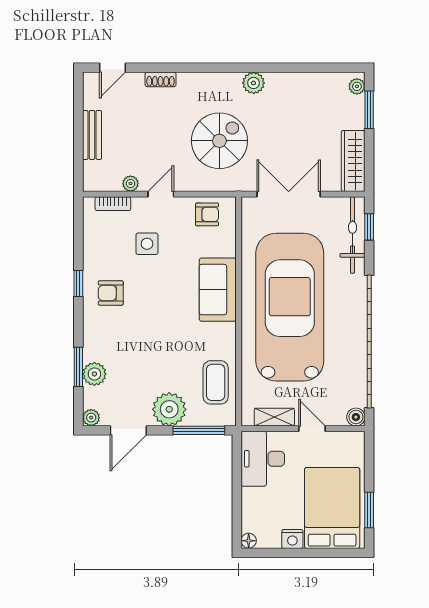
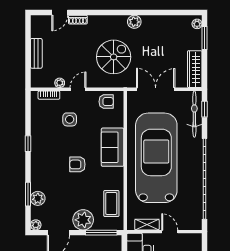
door: (112, 68) -> (60, 13), moved
armchair: (111, 293) -> (77, 164), moved
boiler: (356, 417) -> (196, 225), removed

